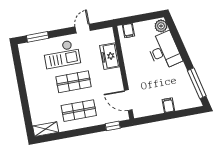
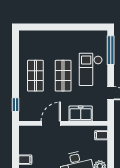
window: (38, 37) -> (111, 50), width x1.44
door: (128, 100) -> (51, 123), moved
shelving: (46, 129) -> (24, 42), removed

